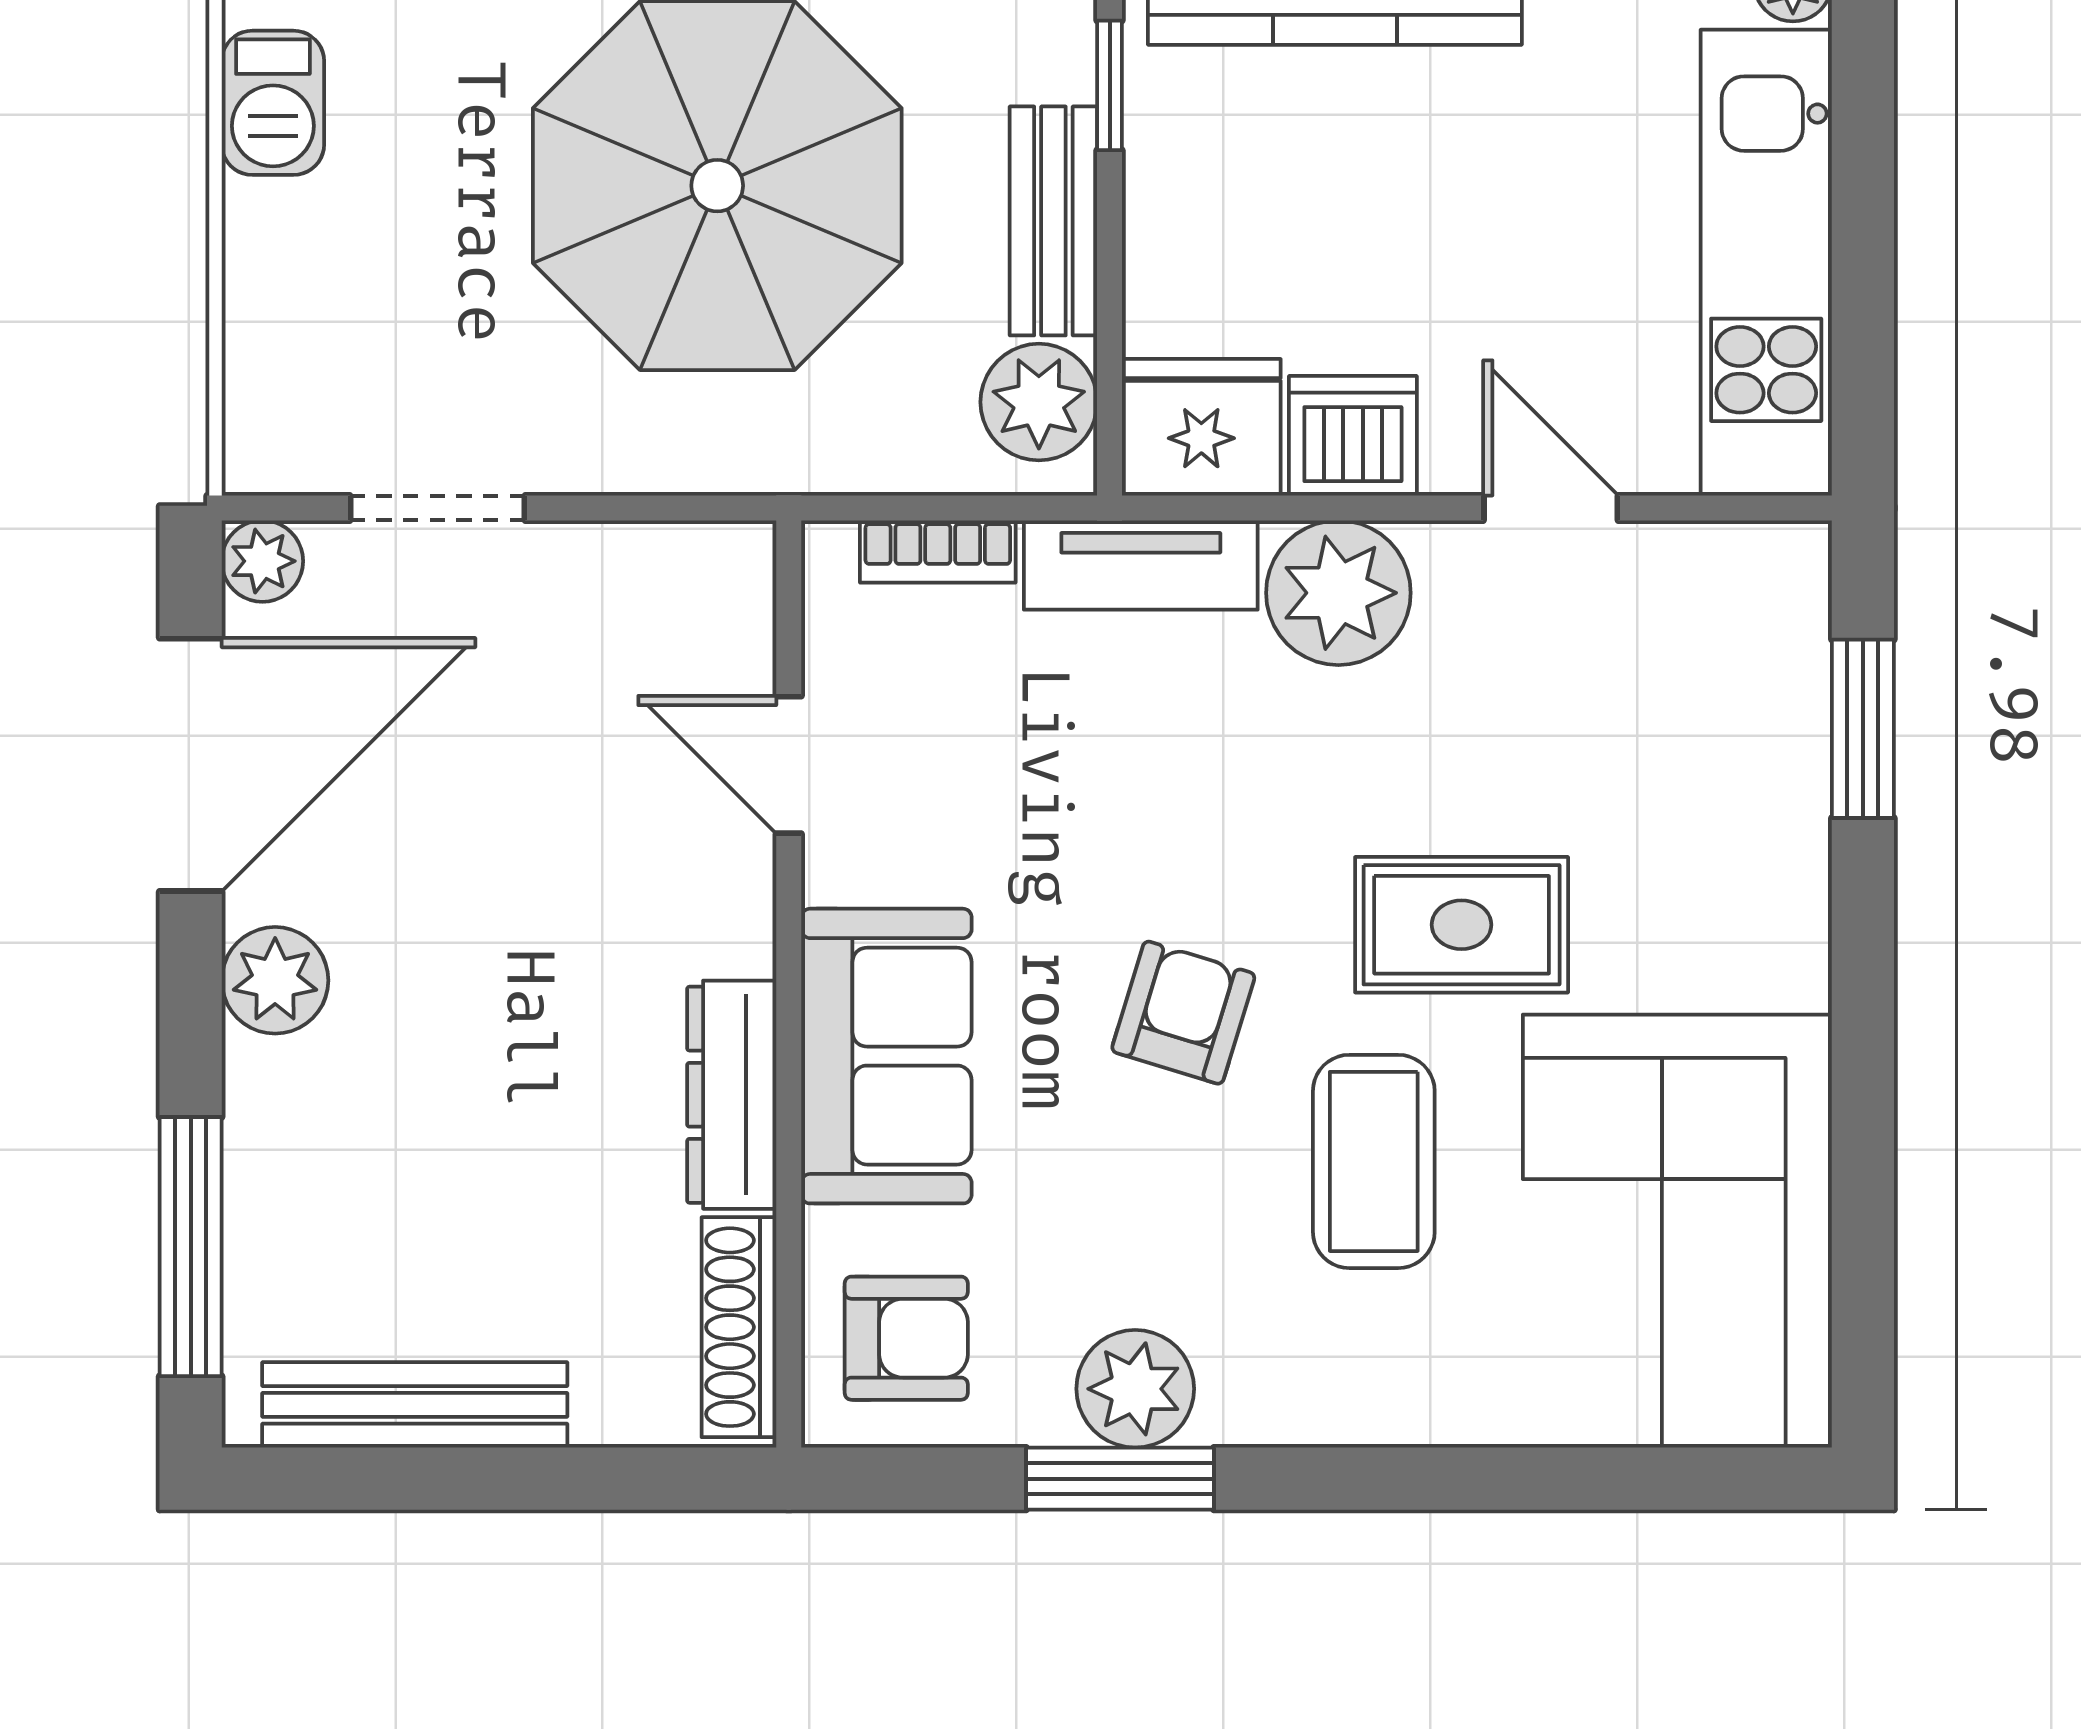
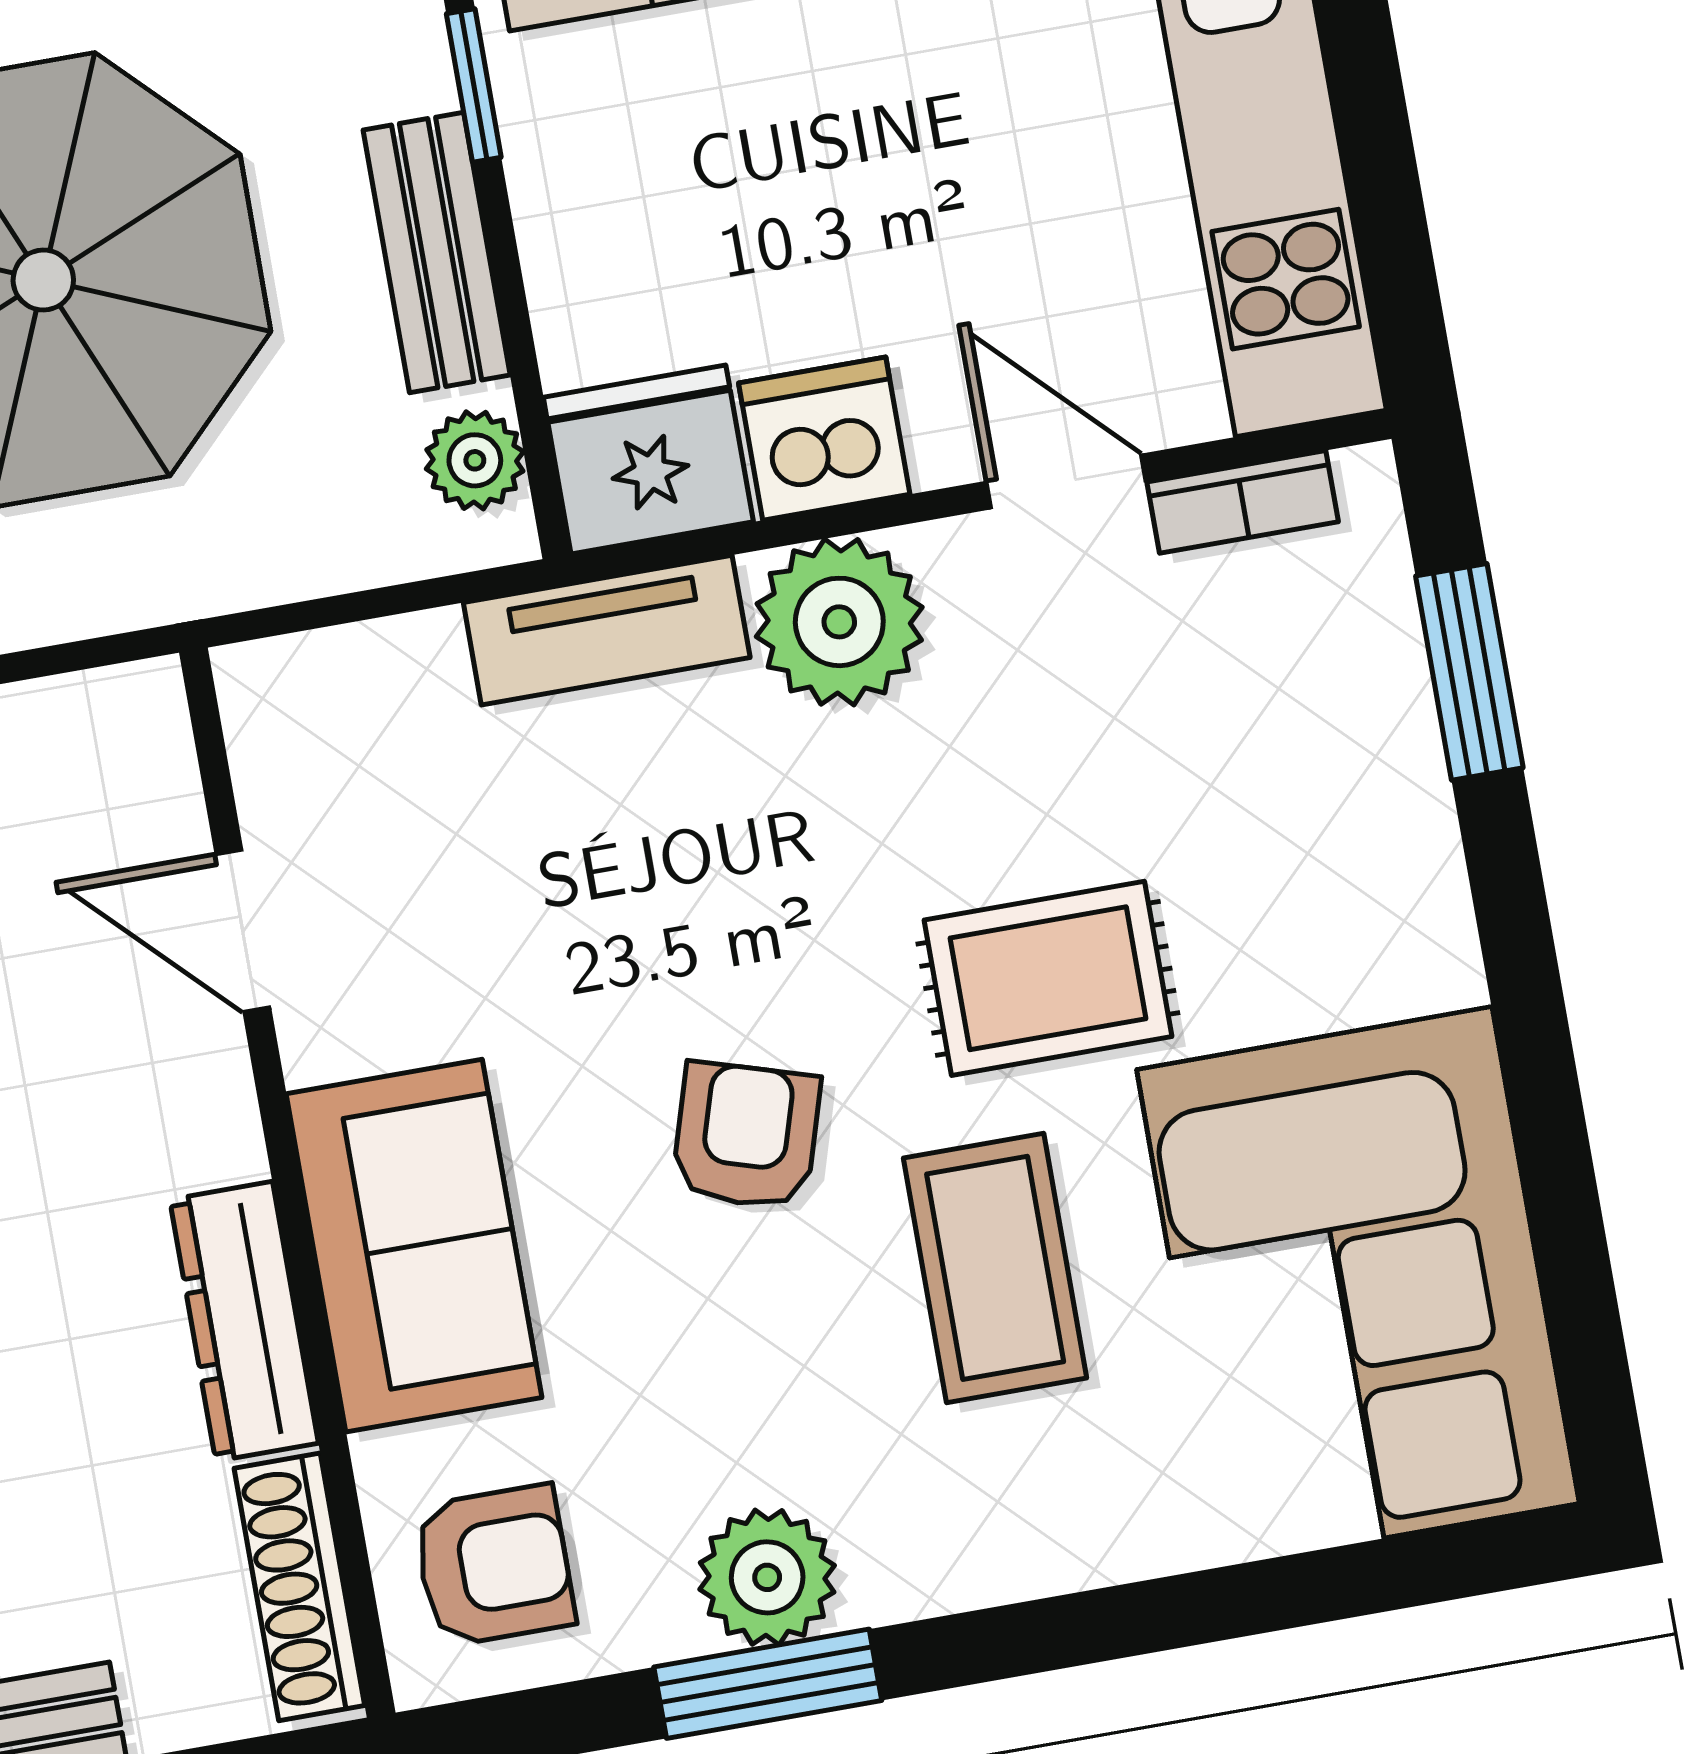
plant: (1039, 402) -> (475, 460), width x0.73, depth x0.73
bookcase: (938, 552) -> (1243, 502), moved

